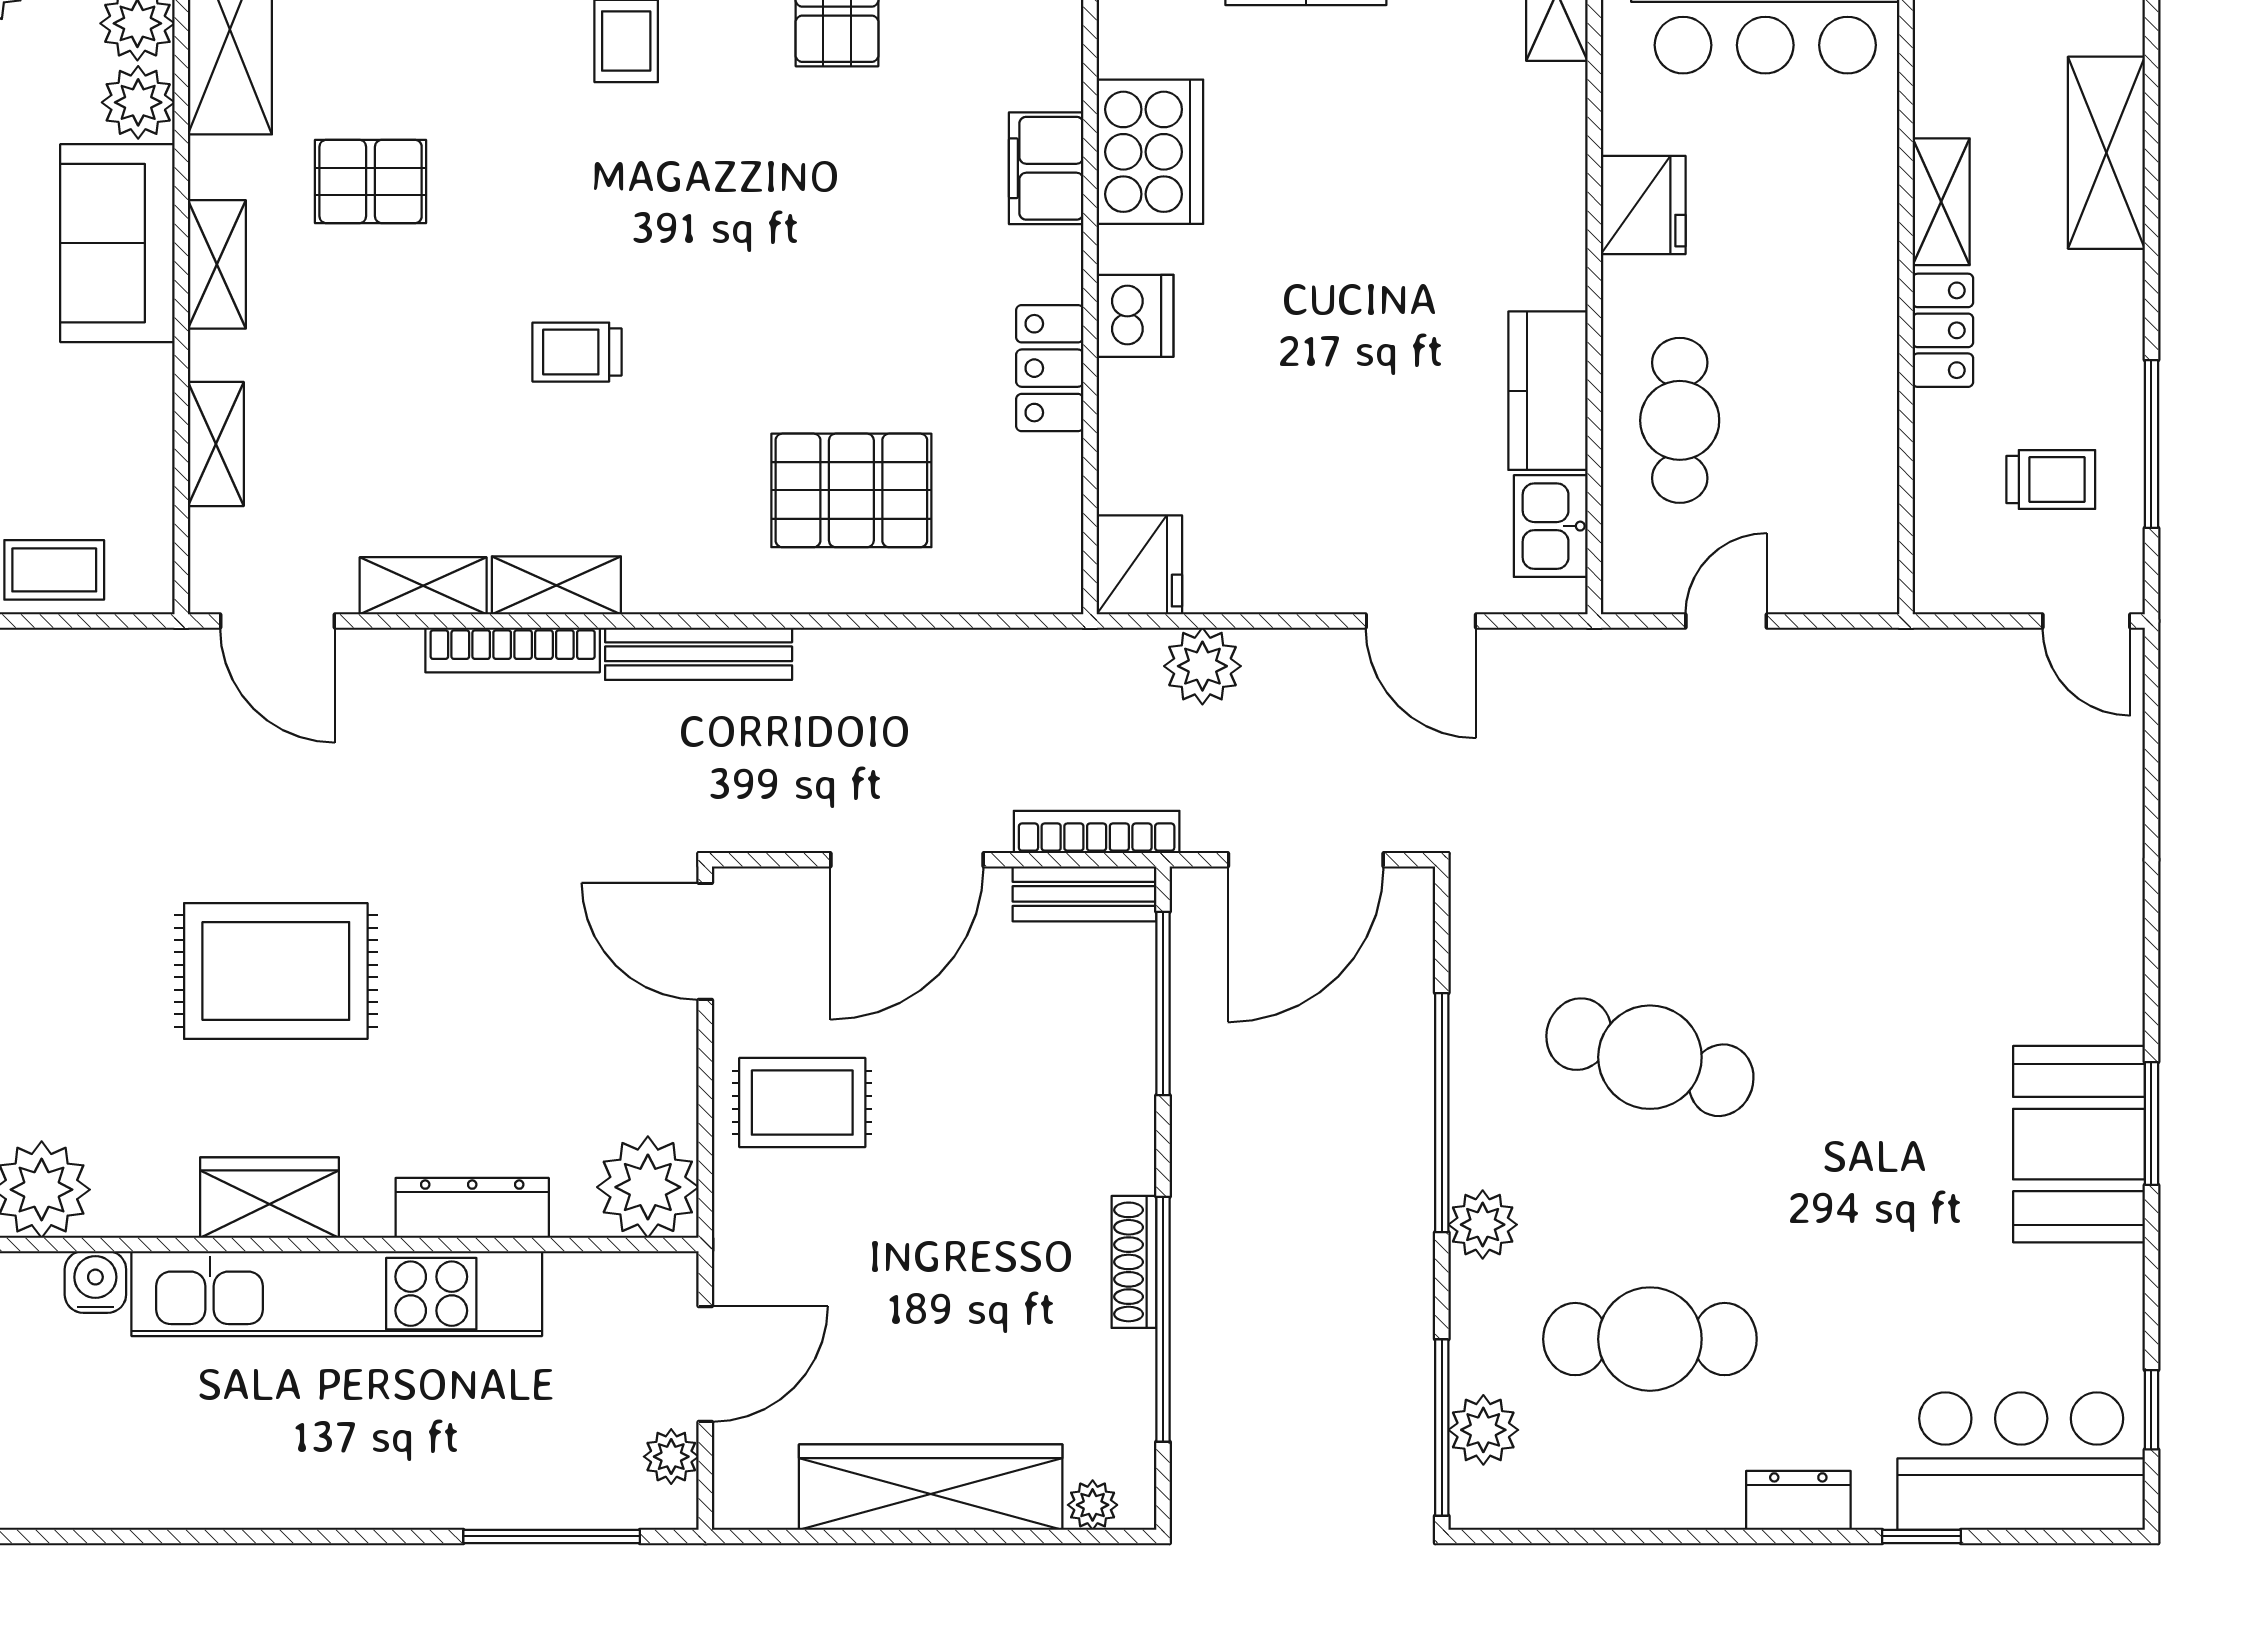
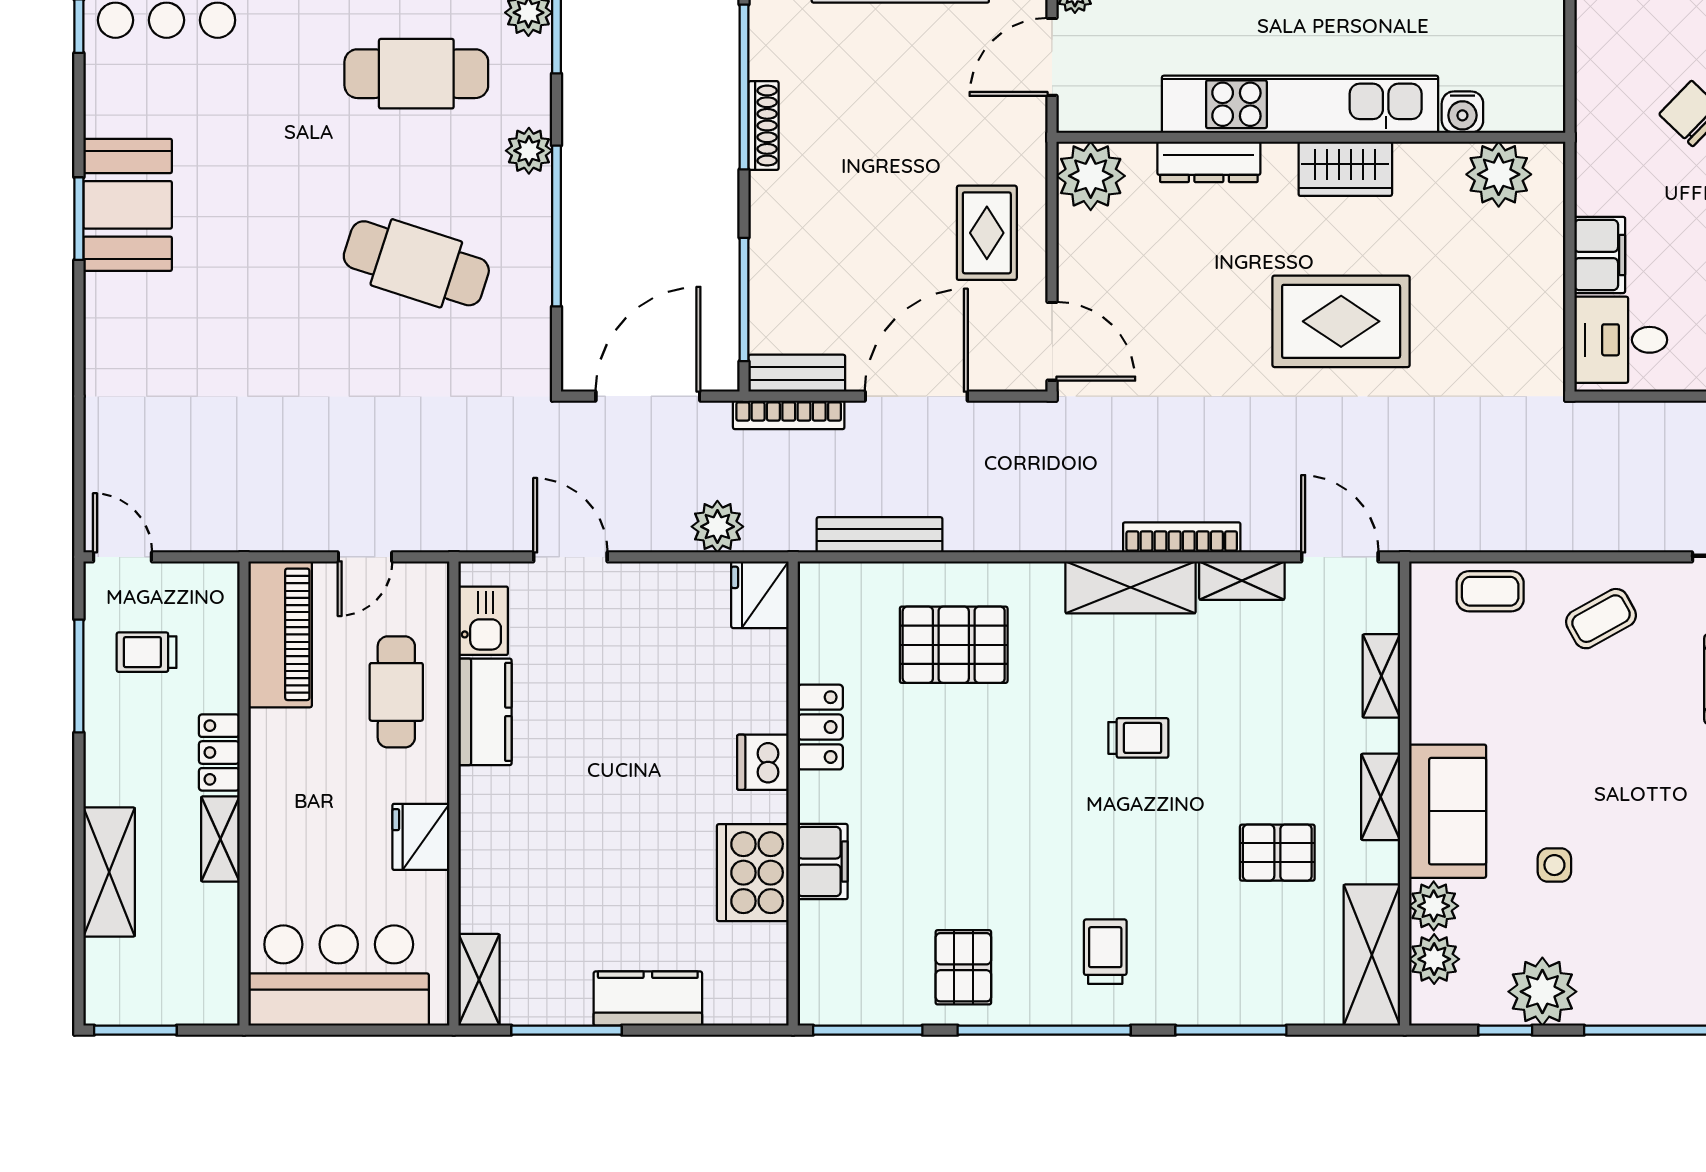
piano: (1852, 506) -> (280, 634), added
shelving: (556, 585) -> (1131, 587), width x1.50, depth x1.33
bench: (699, 654) -> (879, 535), moved
rug: (802, 1103) -> (987, 233), turned 90

